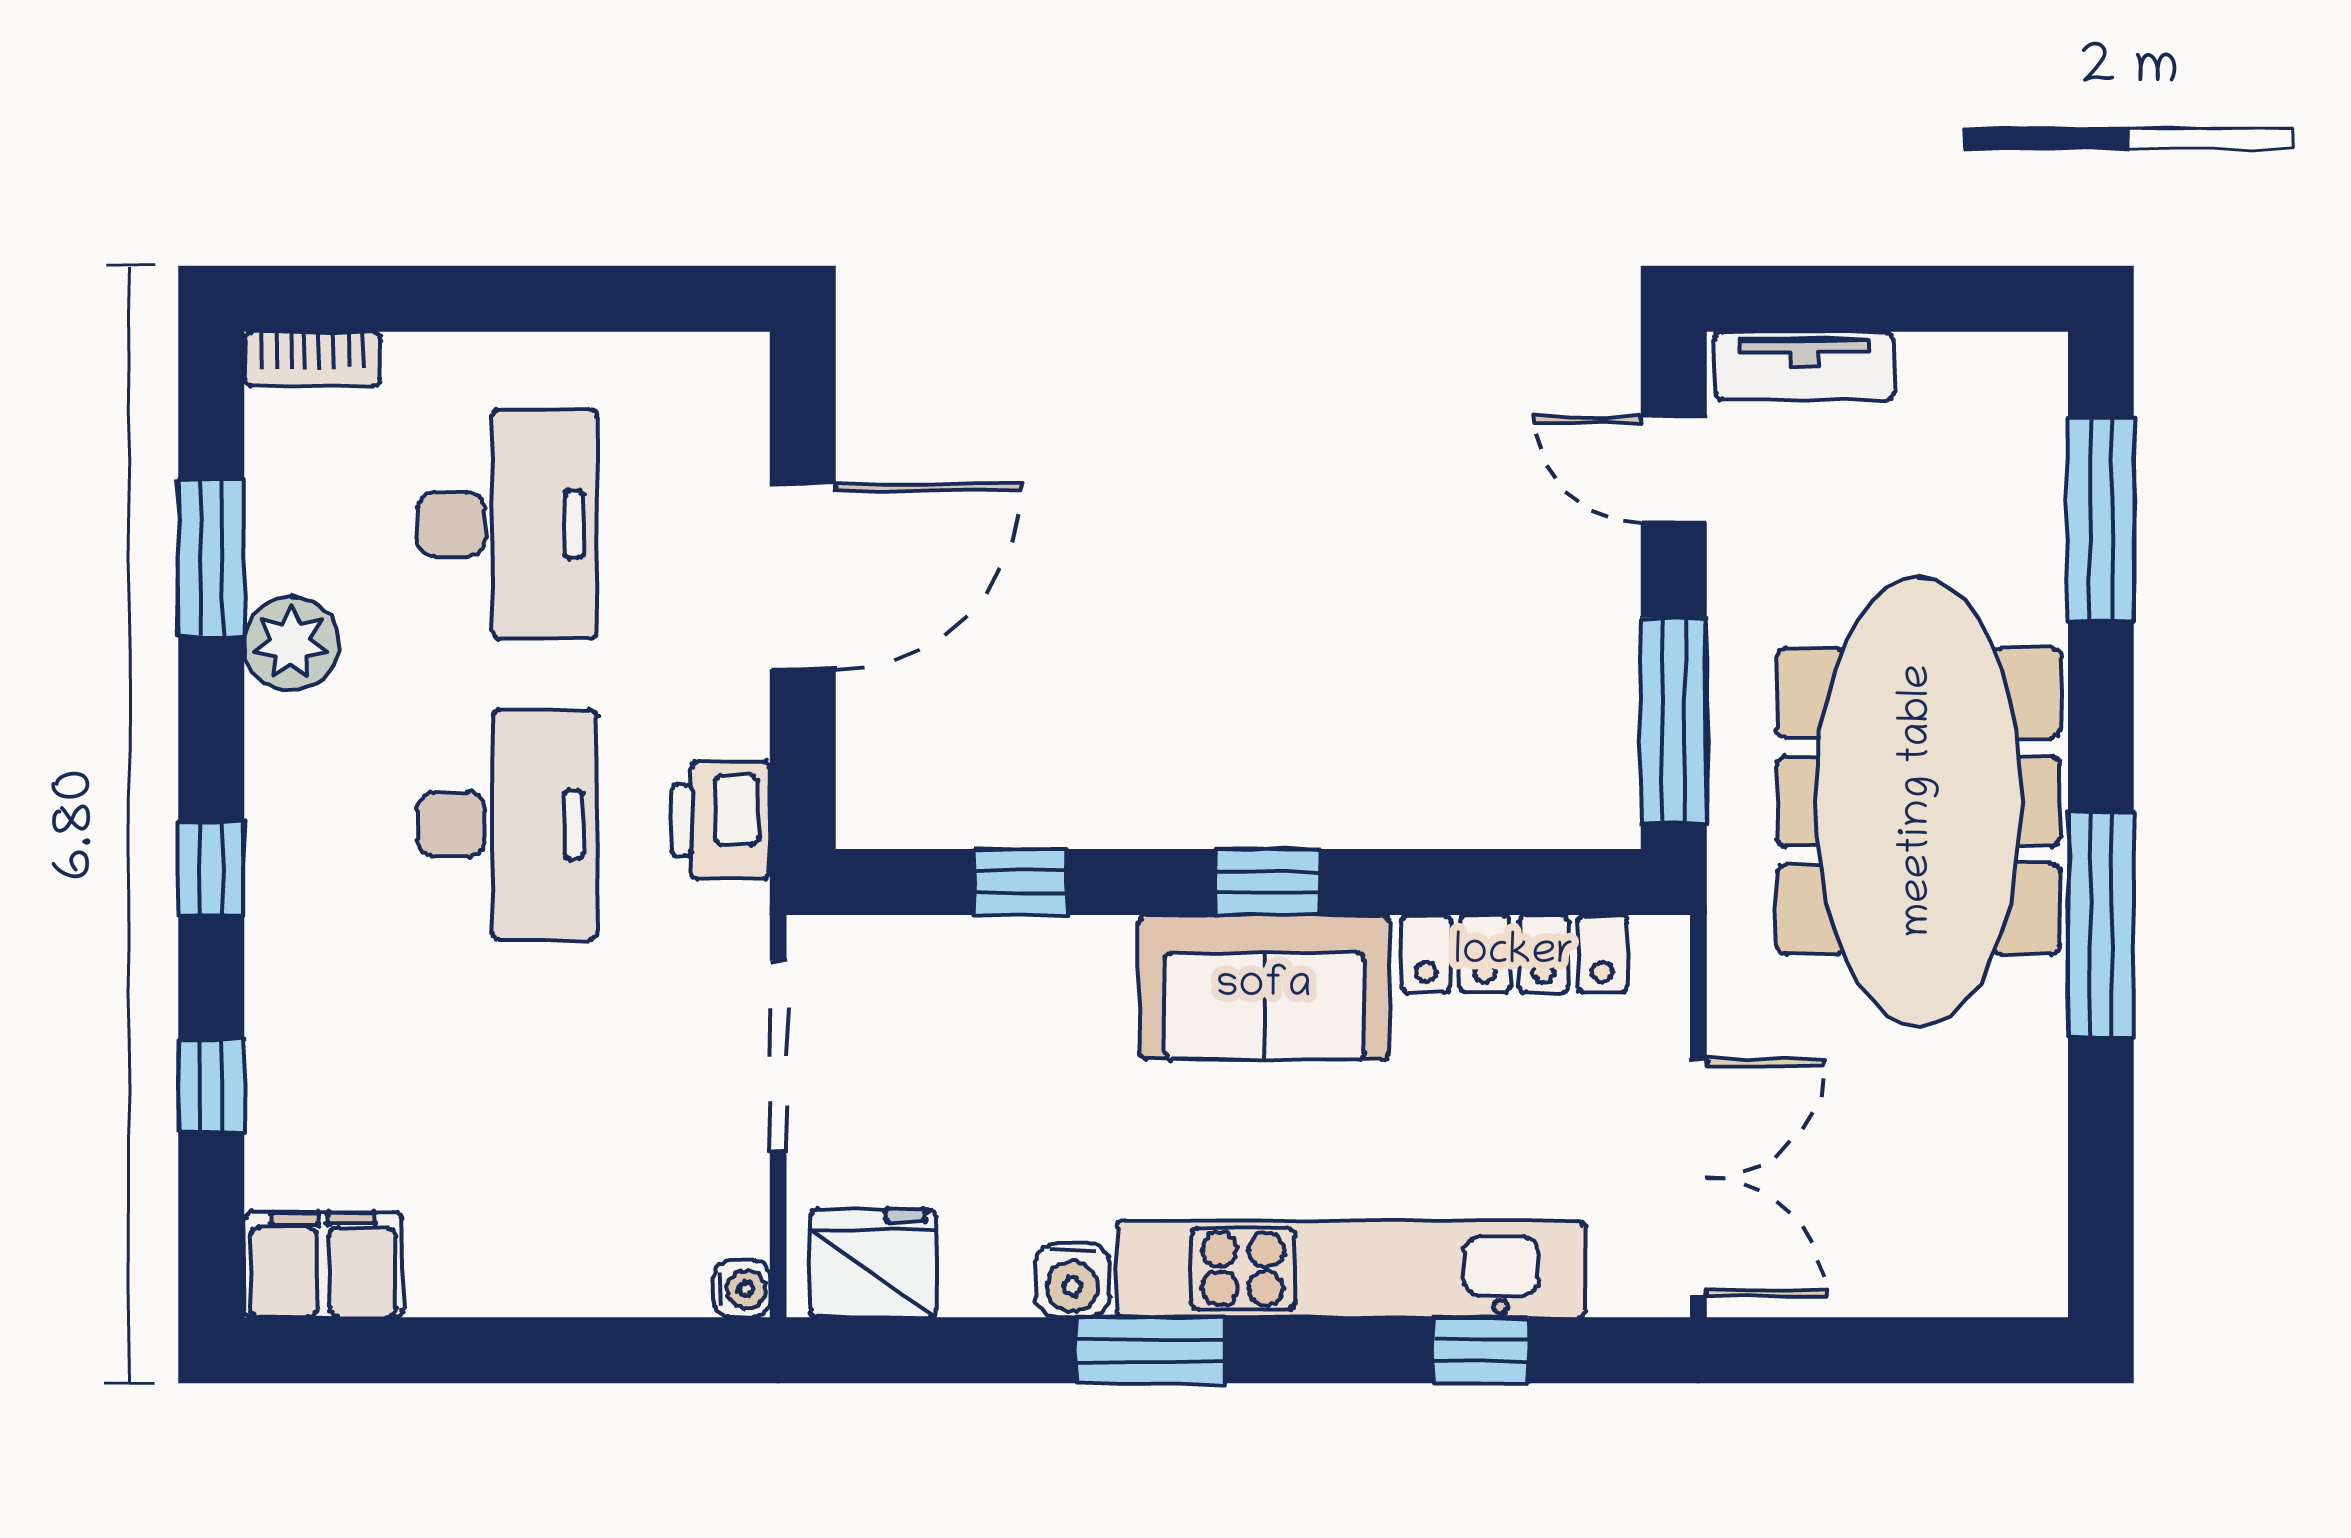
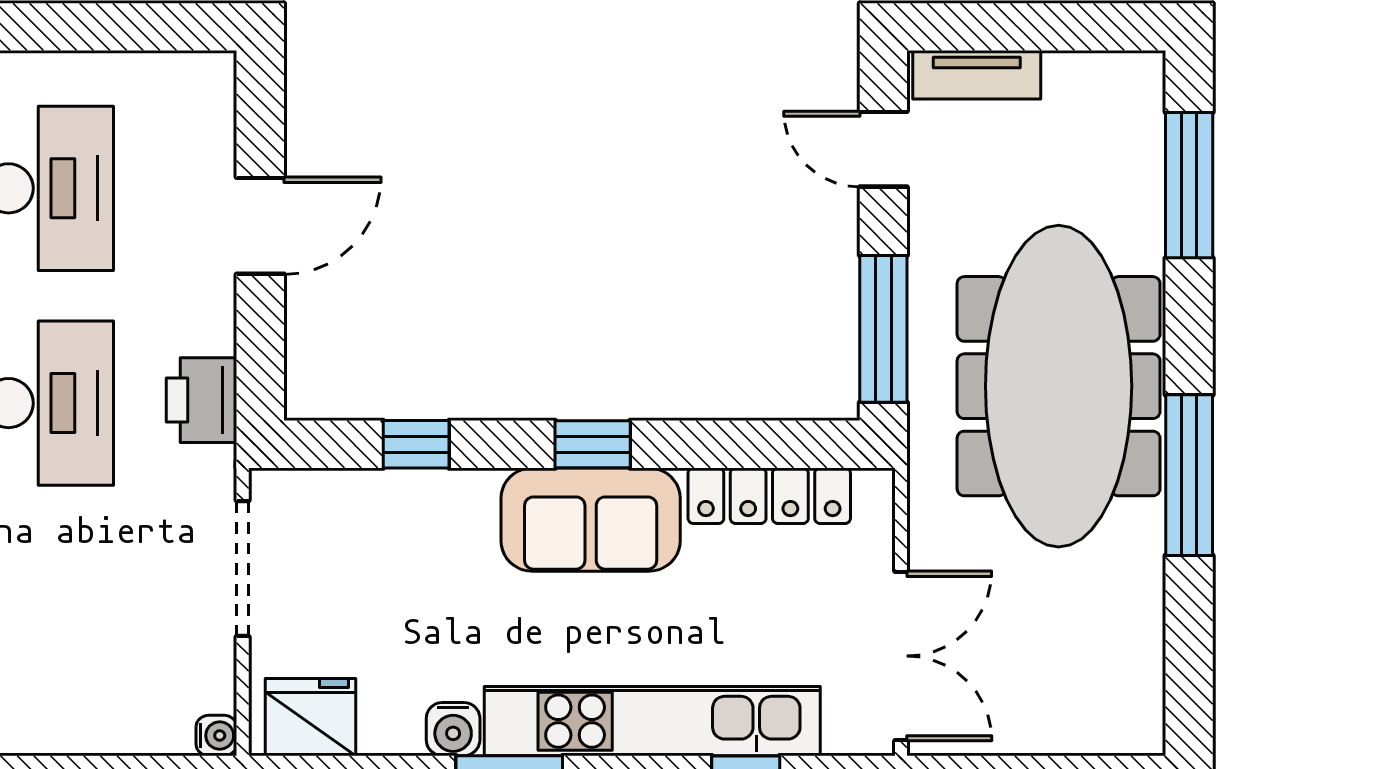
door: (803, 577) -> (260, 226), width x0.73

